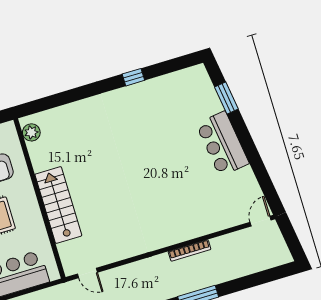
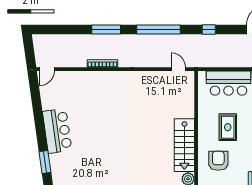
stairs: (58, 205) -> (184, 145), moved

